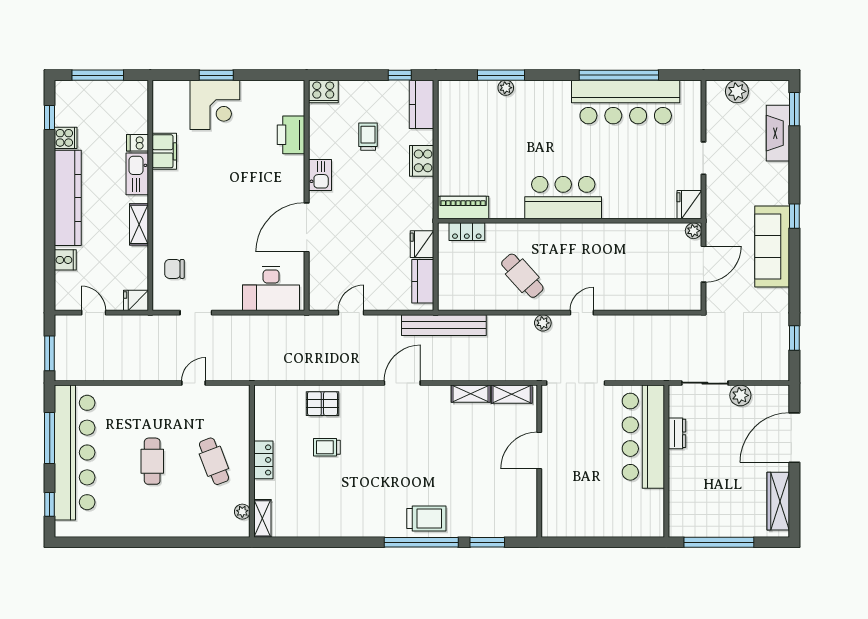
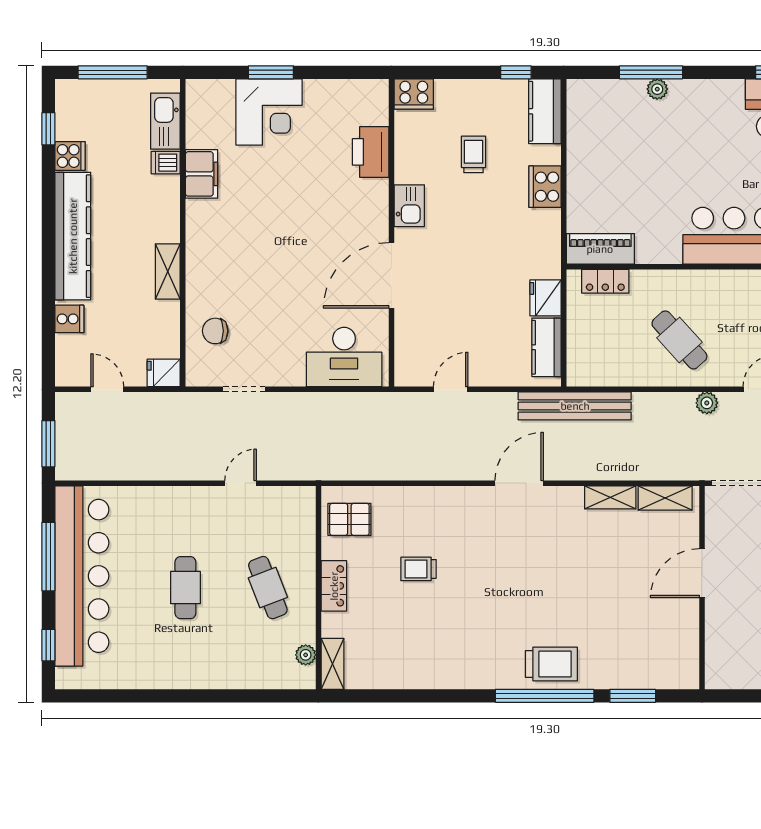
kitchen sink: (137, 174) -> (165, 121), moved
pallet: (322, 404) -> (349, 519), moved

